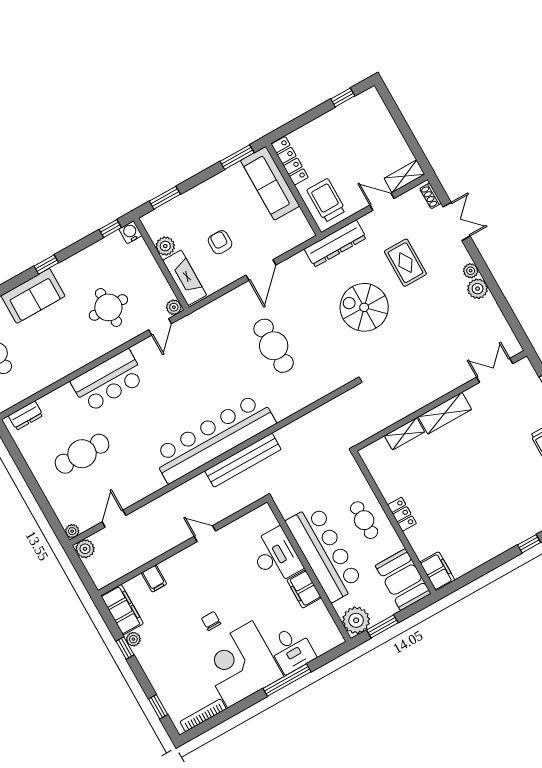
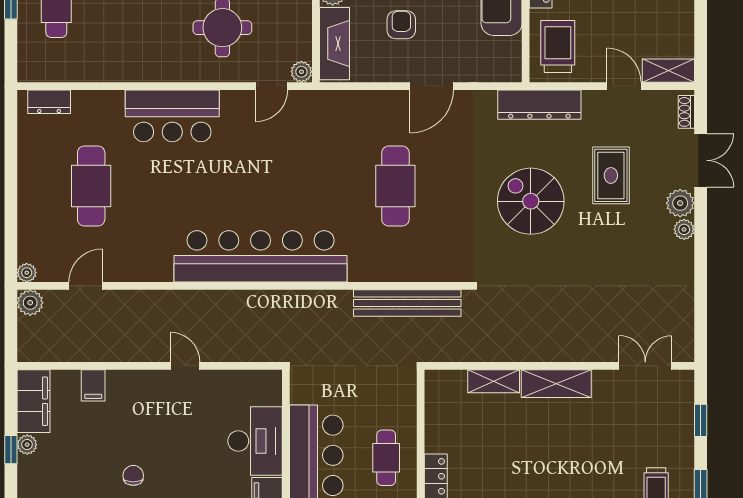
plant: (478, 289) -> (680, 203), moved
cafe table: (82, 454) -> (91, 186), turned 90
bench: (243, 460) -> (407, 303), moved

